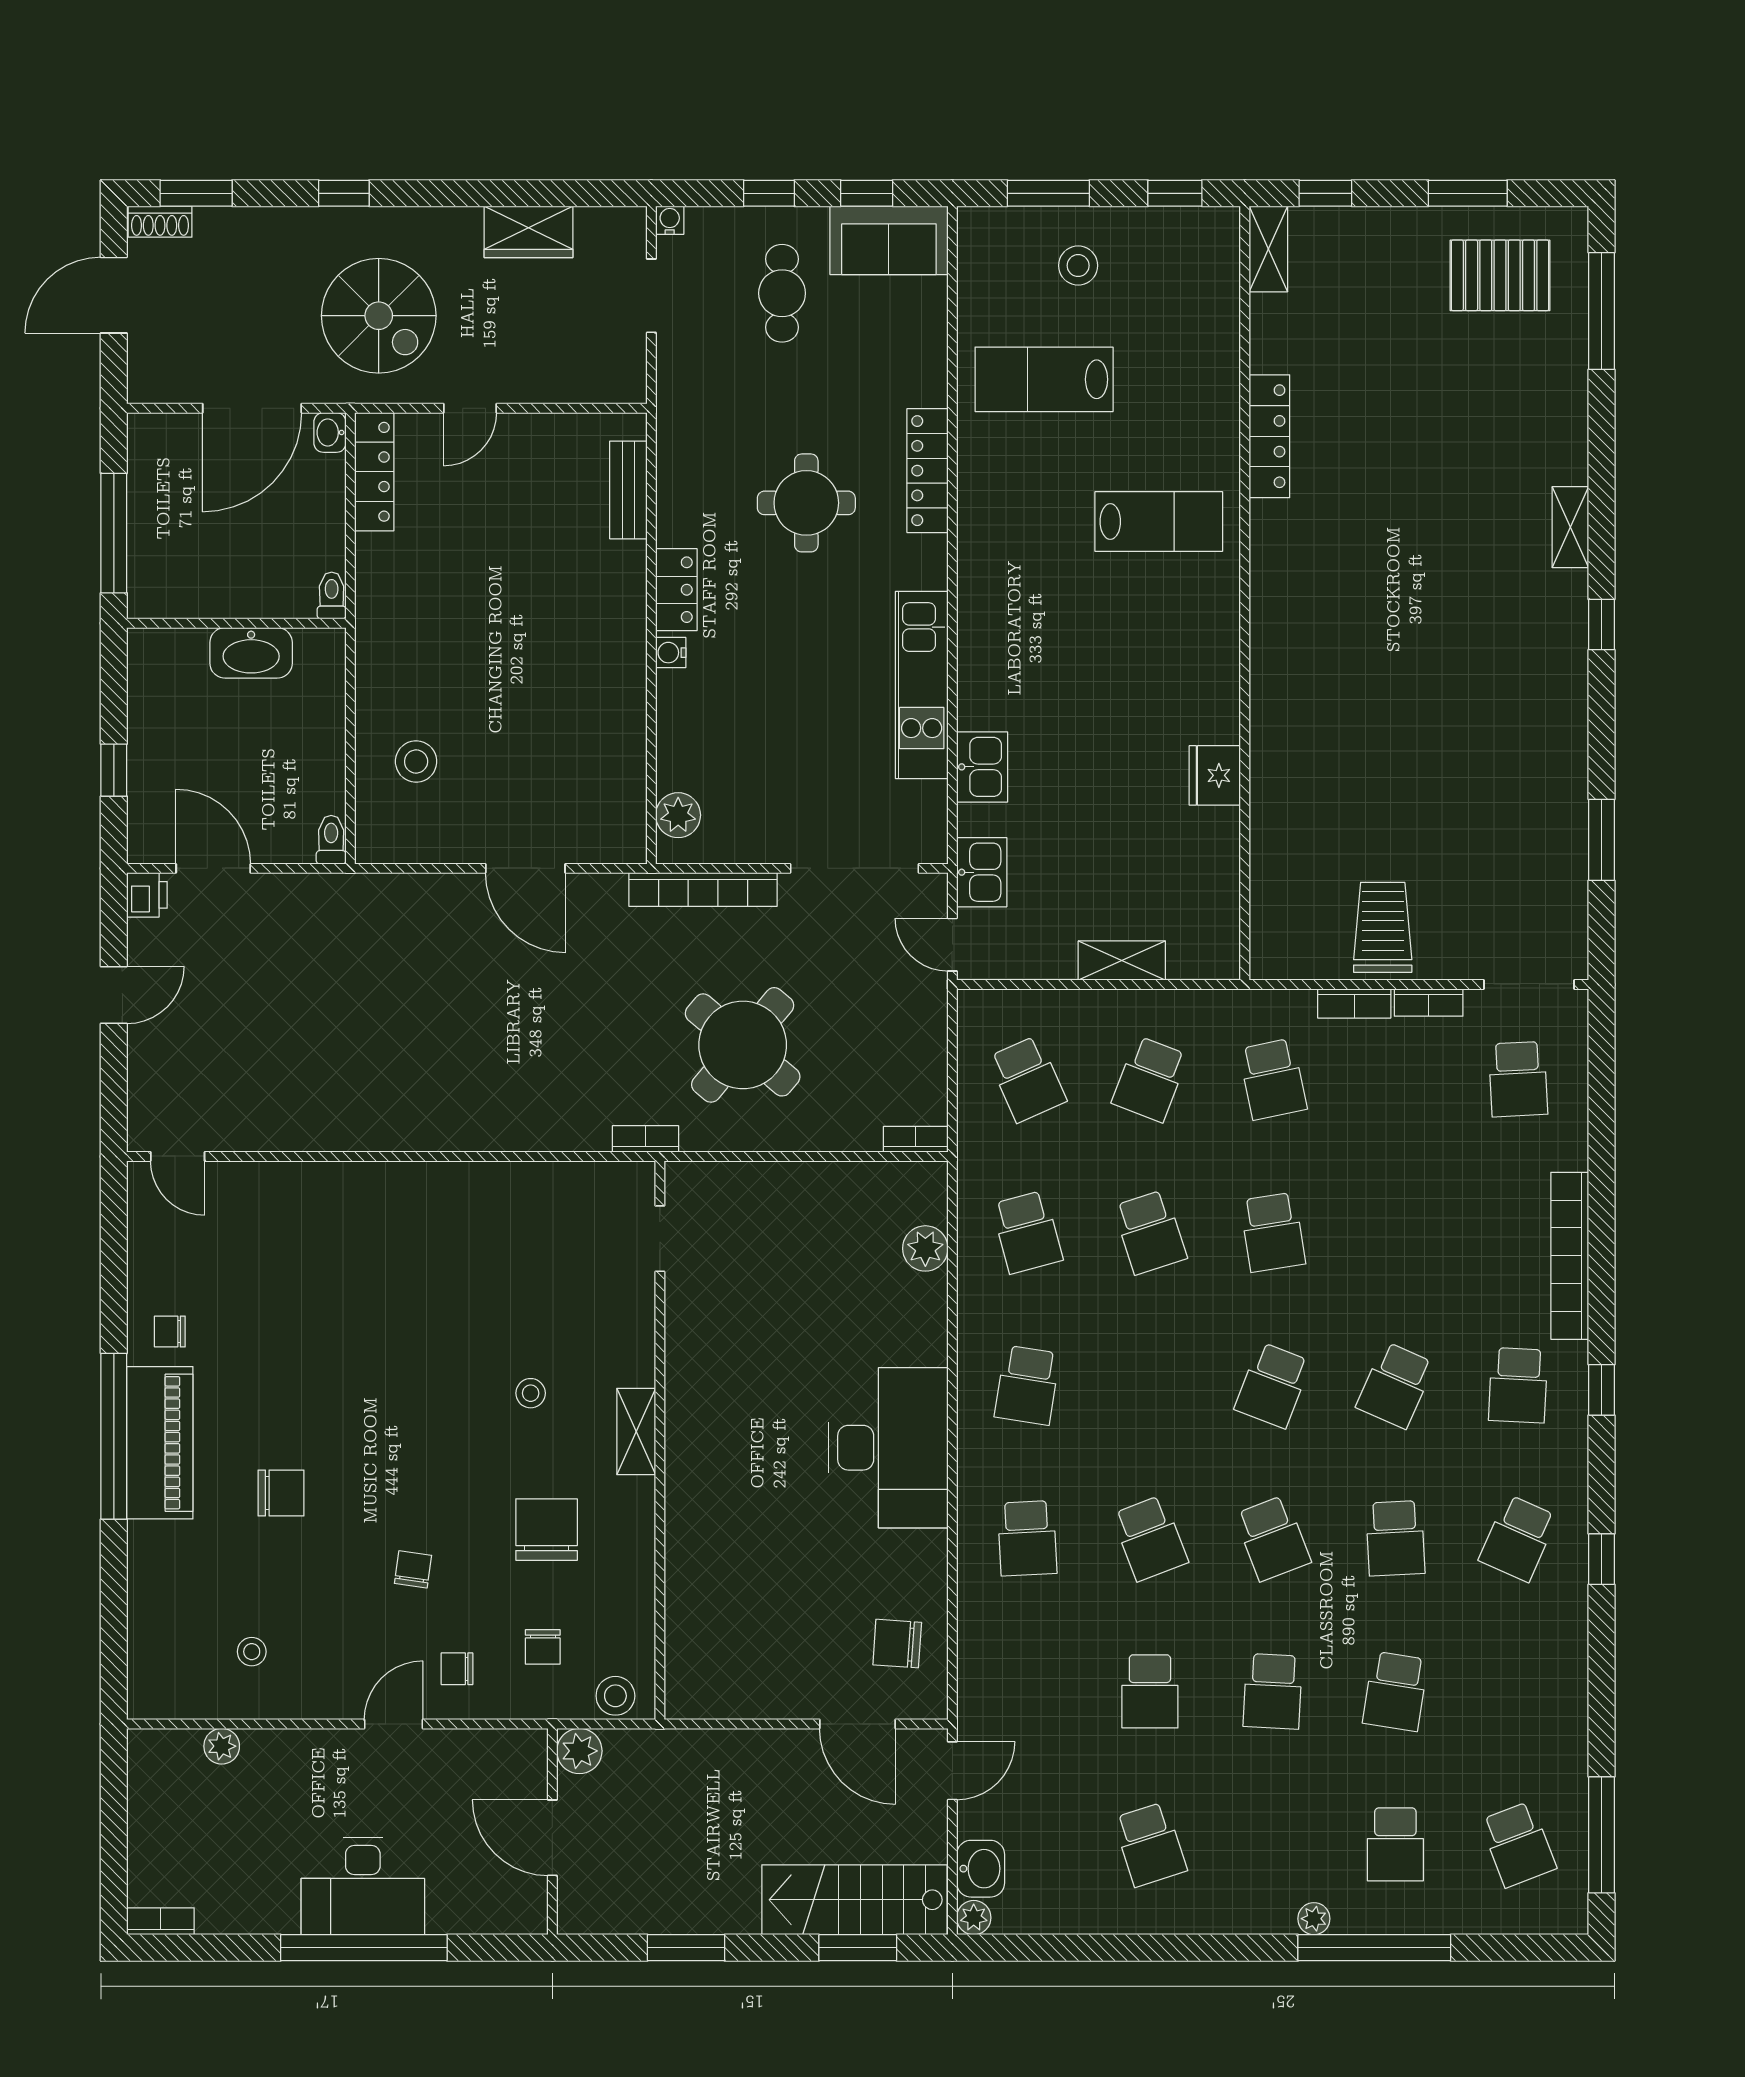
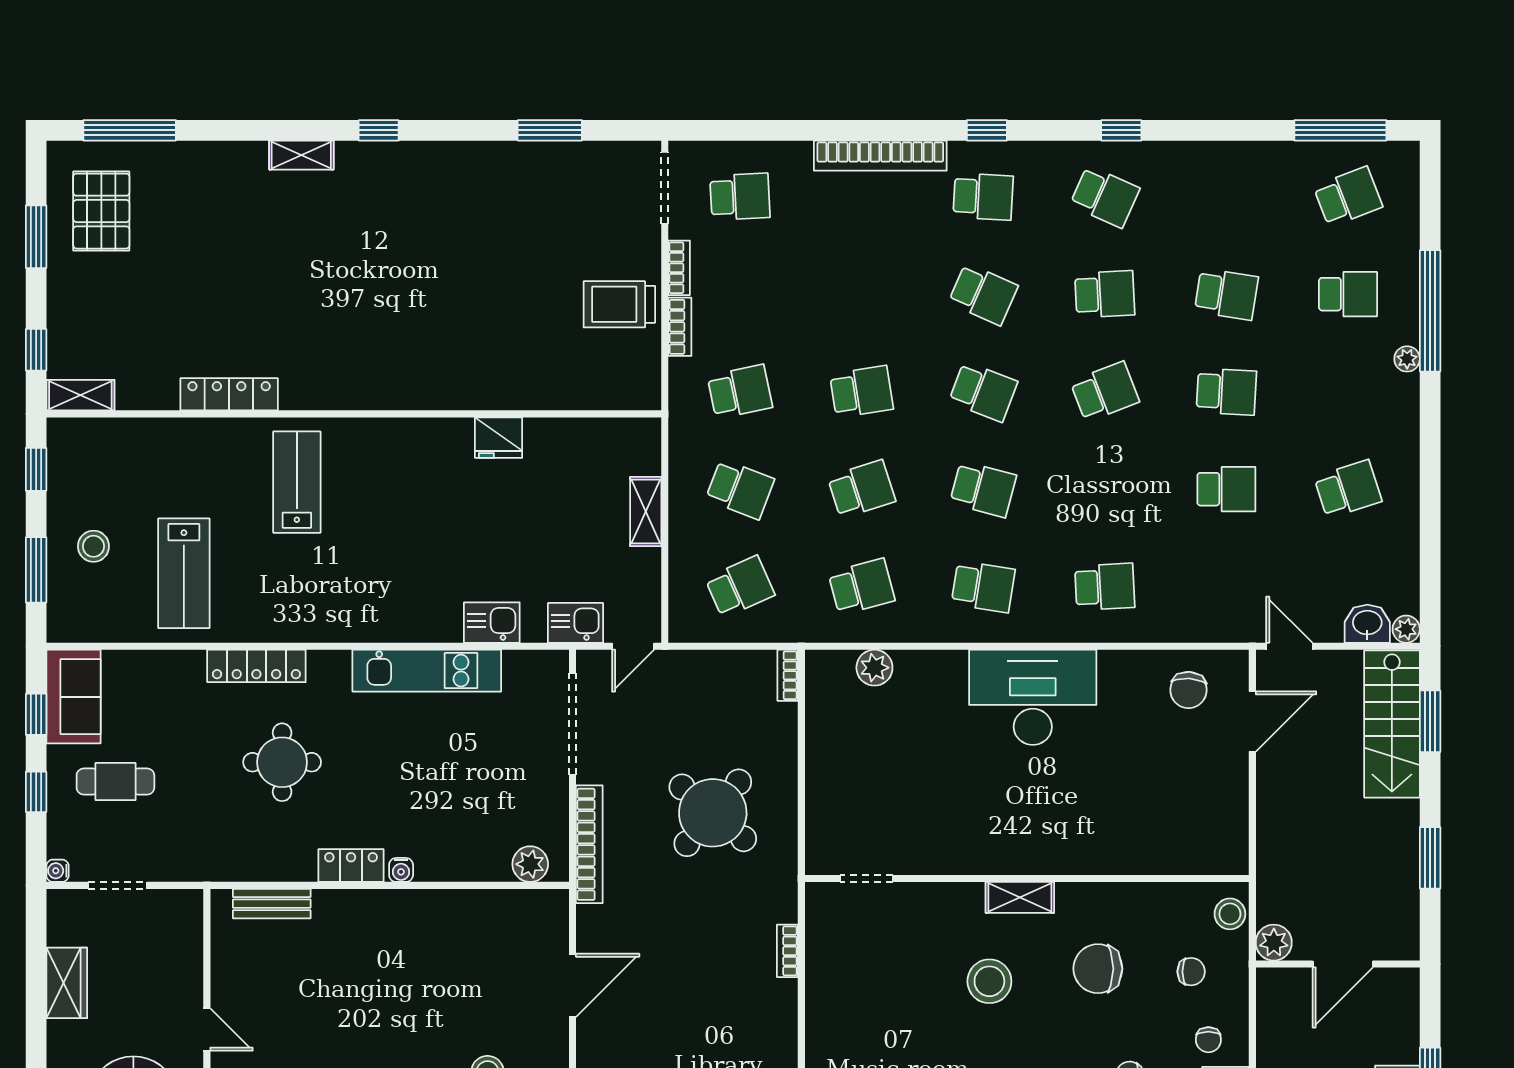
bookcase: (645, 1139) -> (787, 951), moved
stool: (531, 1393) -> (989, 981), width x1.89, depth x1.89
school desk: (1150, 1538) -> (983, 489), moved, turned 36

